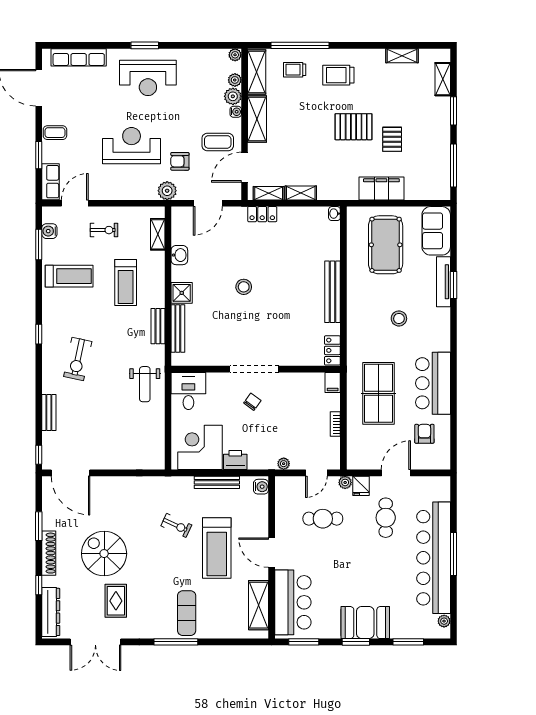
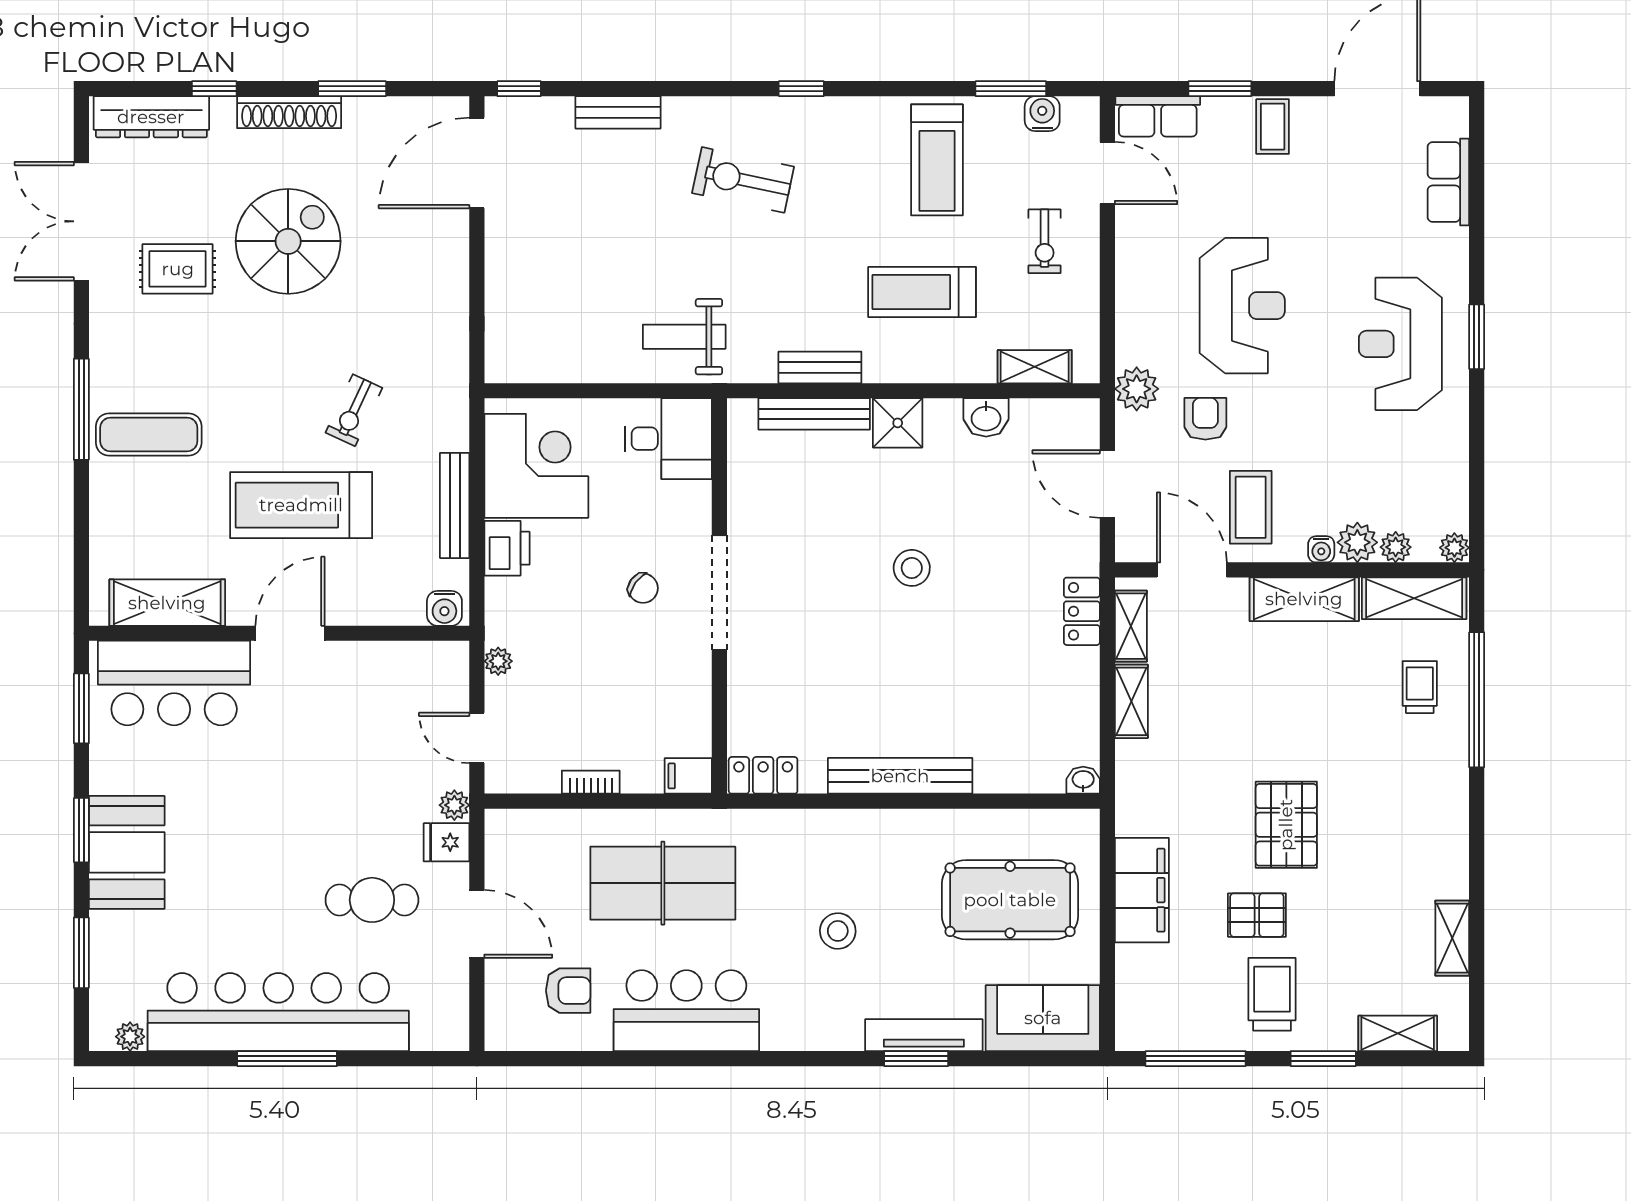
row of seats: (79, 57) -> (1448, 182), width x0.68
trolley: (338, 75) -> (1272, 994), moved
cafe table: (323, 519) -> (370, 753), removed

